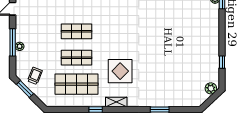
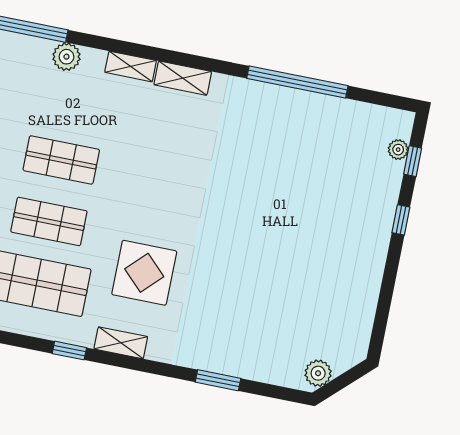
window: (222, 62) -> (401, 220), moved
plant: (211, 88) -> (318, 373), moved

